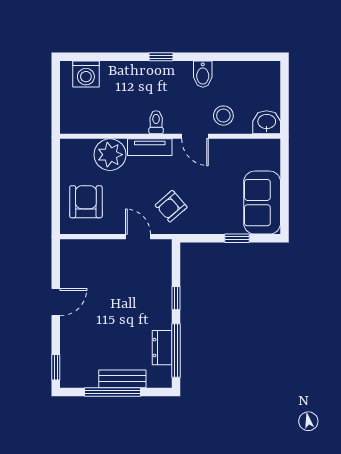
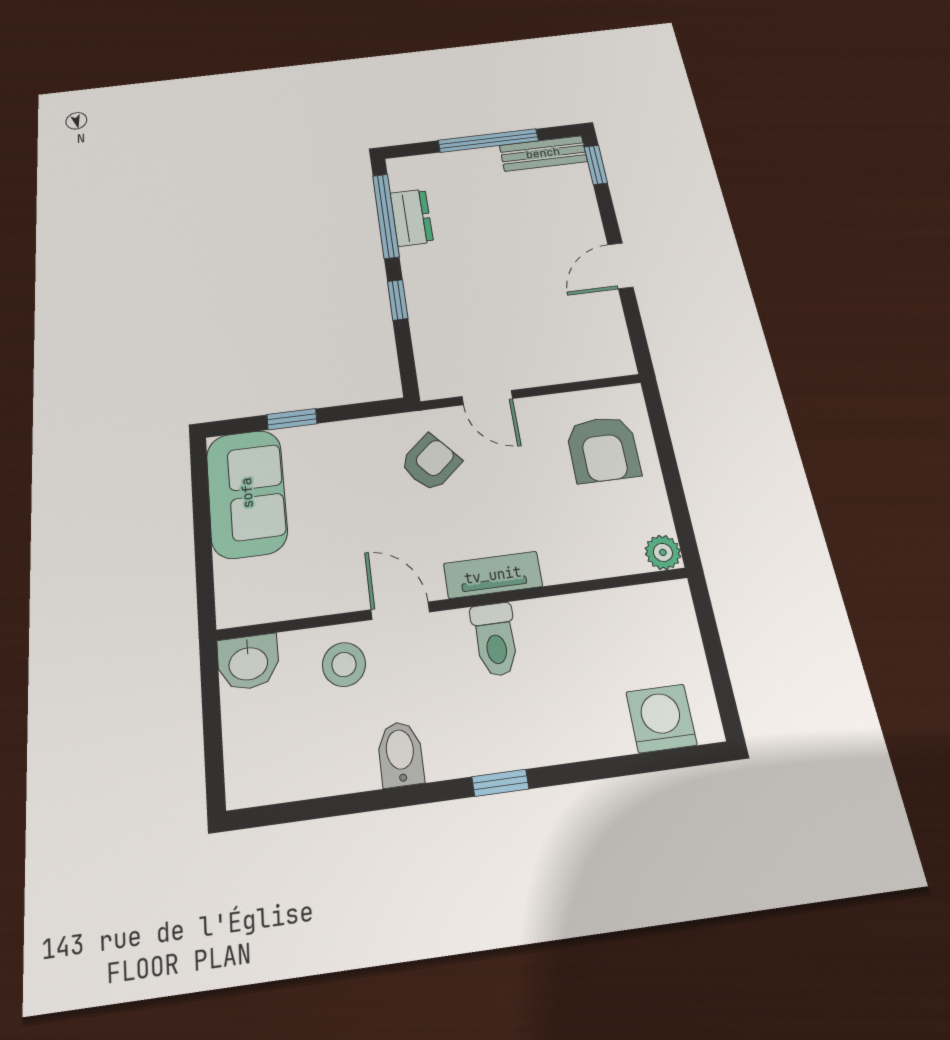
toilet: (156, 122) -> (495, 639), width x1.37, depth x1.39
plant: (110, 155) -> (663, 552), moved, width x0.53, depth x0.53
bench: (122, 379) -> (543, 153), moved

